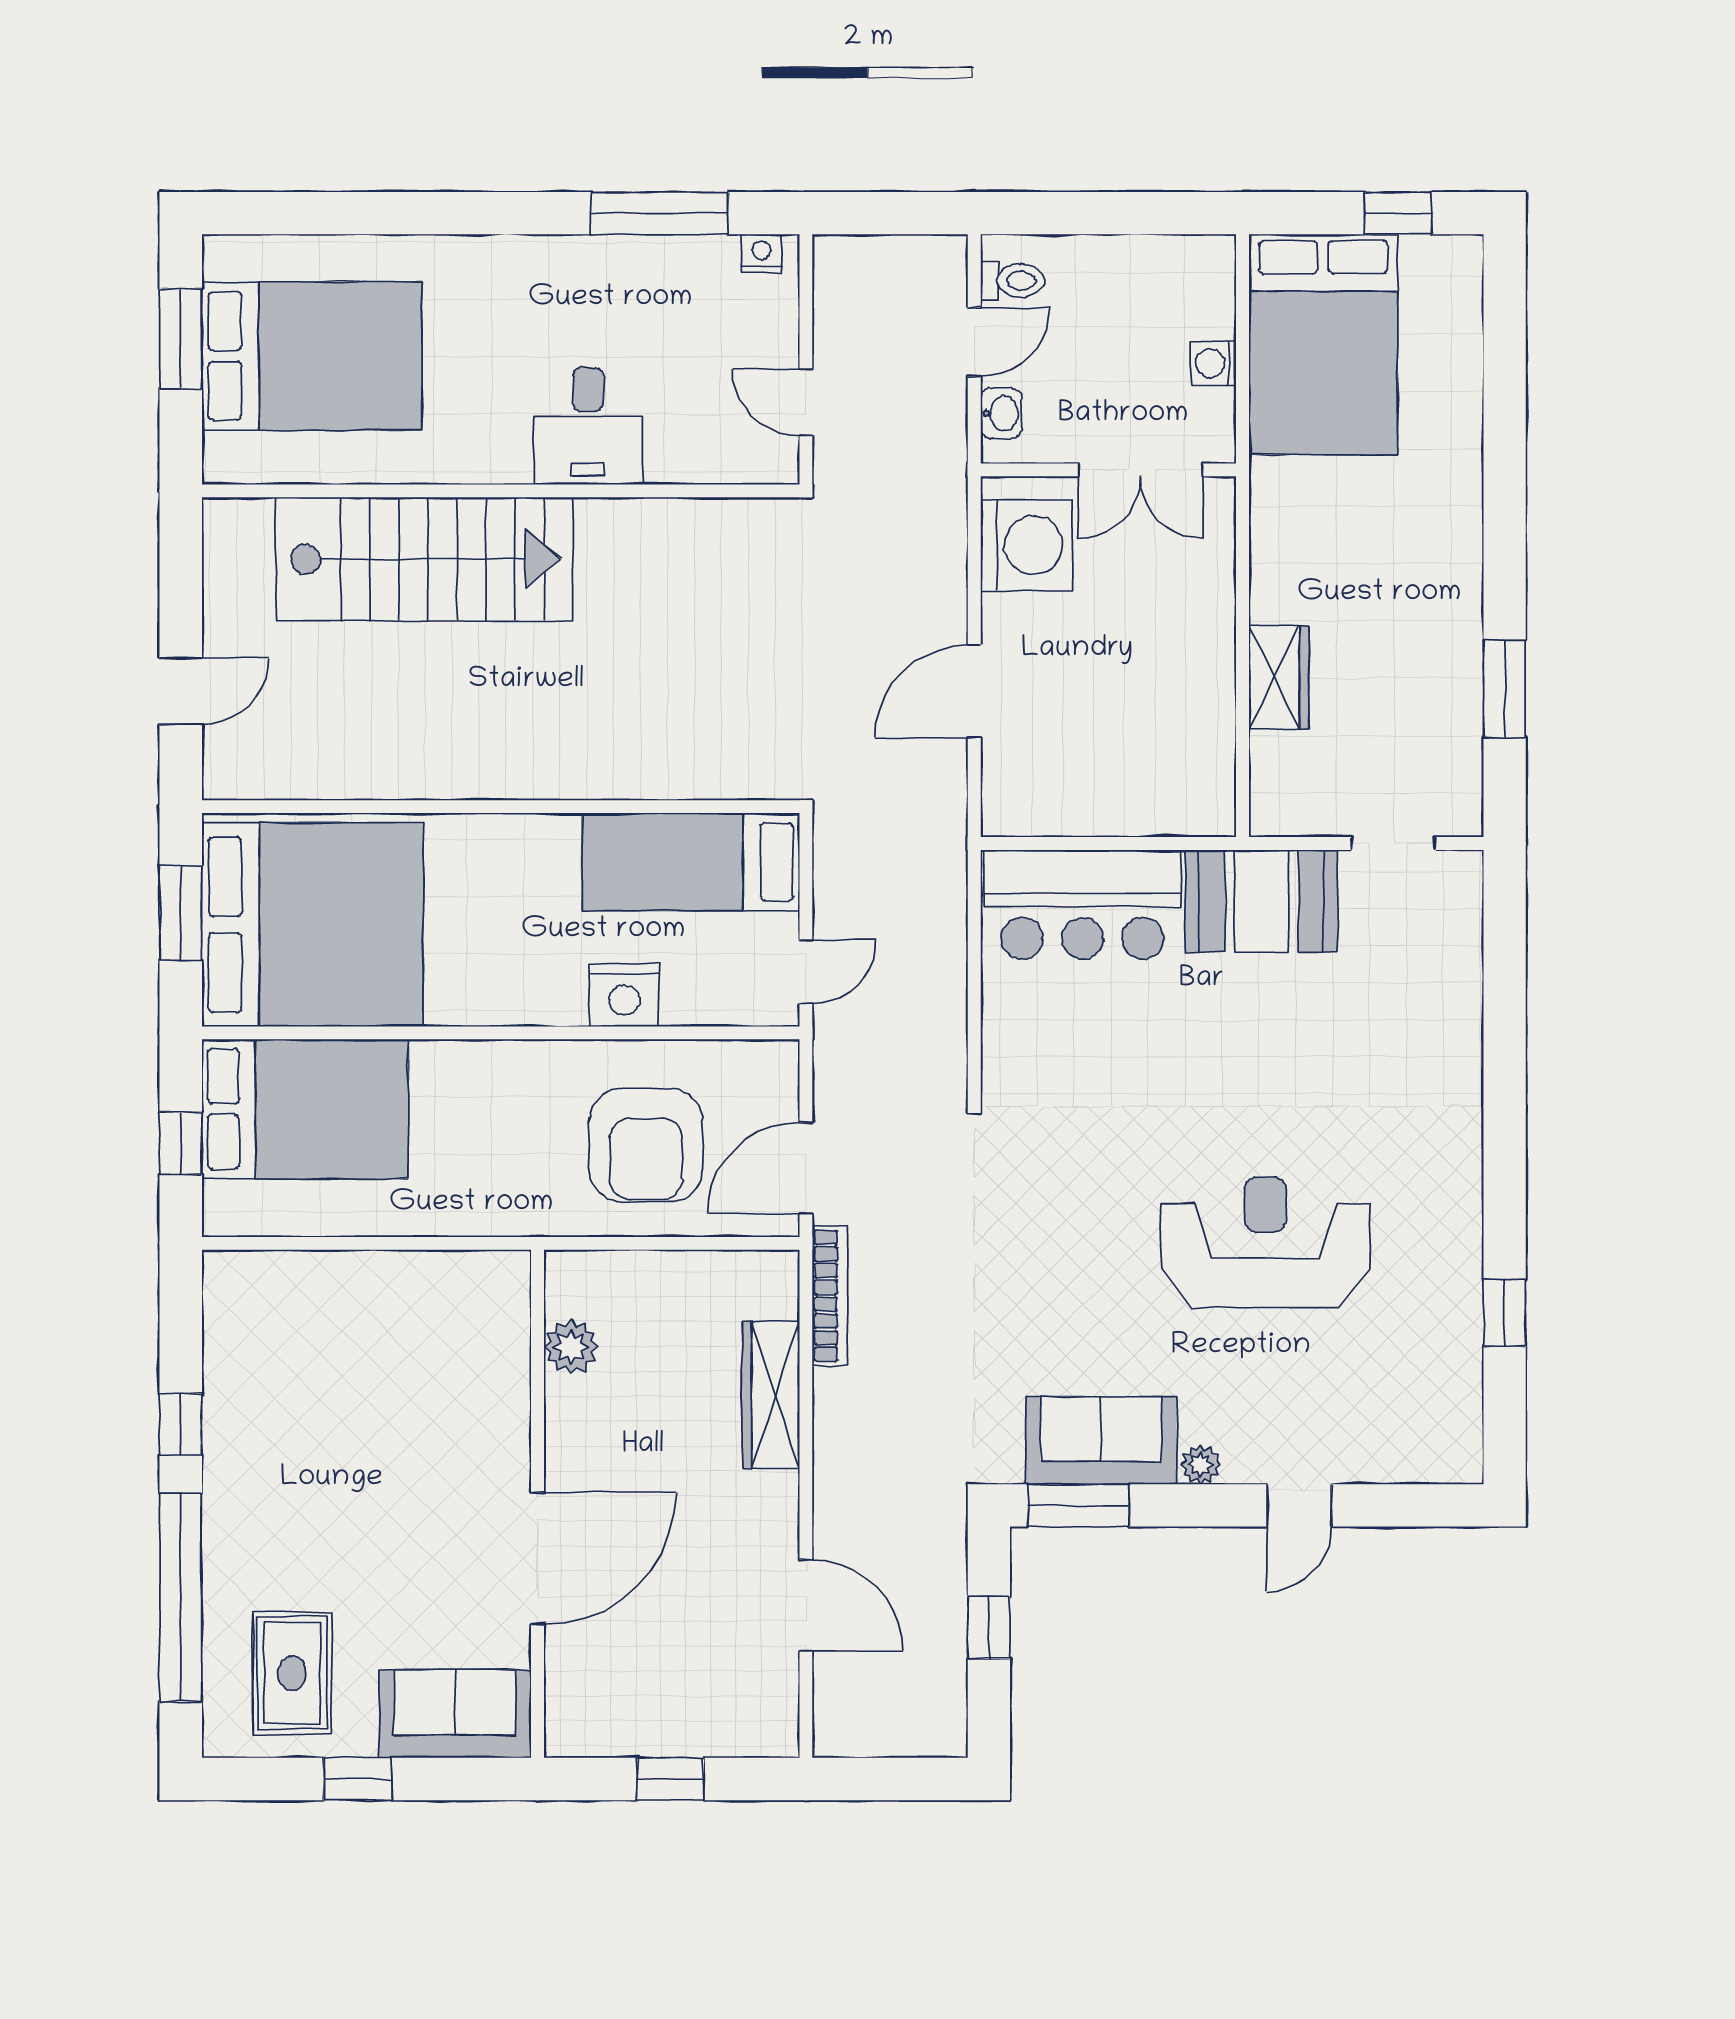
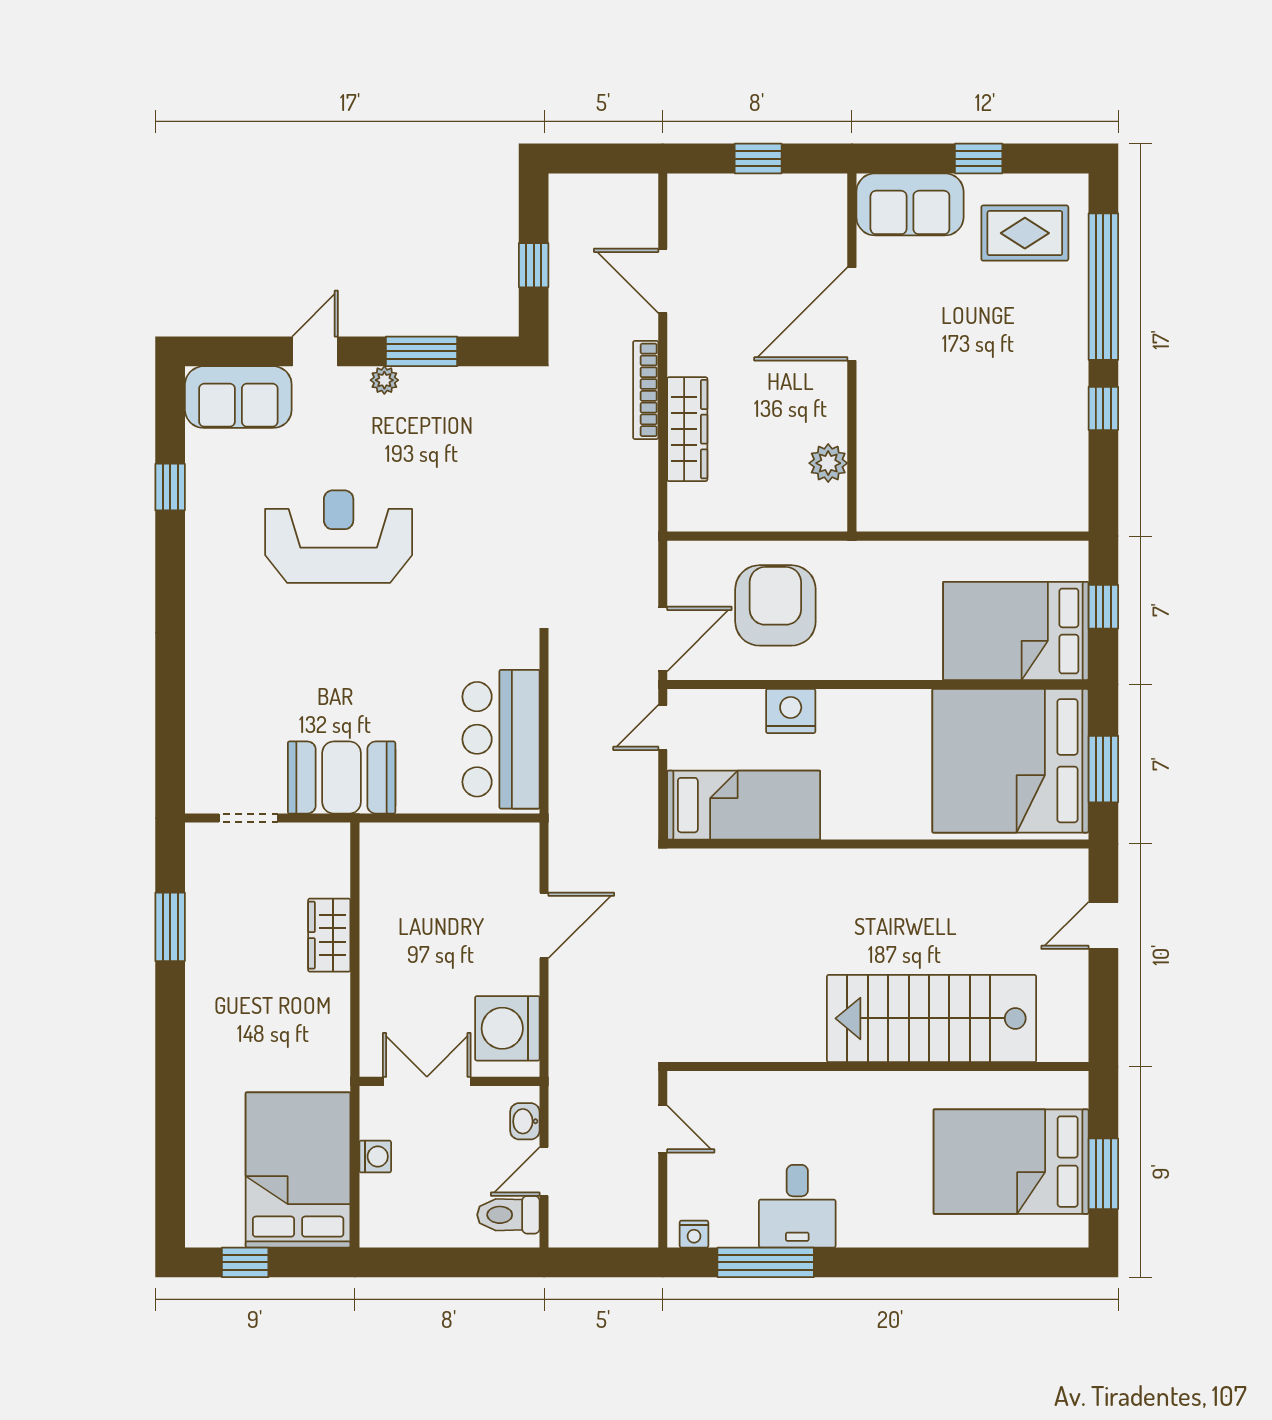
toilet: (1012, 281) -> (508, 1215), width x1.37, depth x1.39
desk: (588, 426) -> (797, 1206), moved, turned 180
bar counter: (1082, 905) -> (501, 739), moved, turned -90
door: (806, 1168) -> (663, 639), moved
reception desk: (1266, 1243) -> (339, 537), turned 180
bookcase: (830, 1296) -> (646, 390), moved
sofa: (1101, 1441) -> (238, 397), moved
window: (1079, 1505) -> (421, 351), moved
rug: (292, 1673) -> (1025, 233), turned 90

